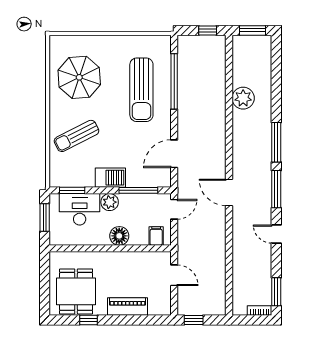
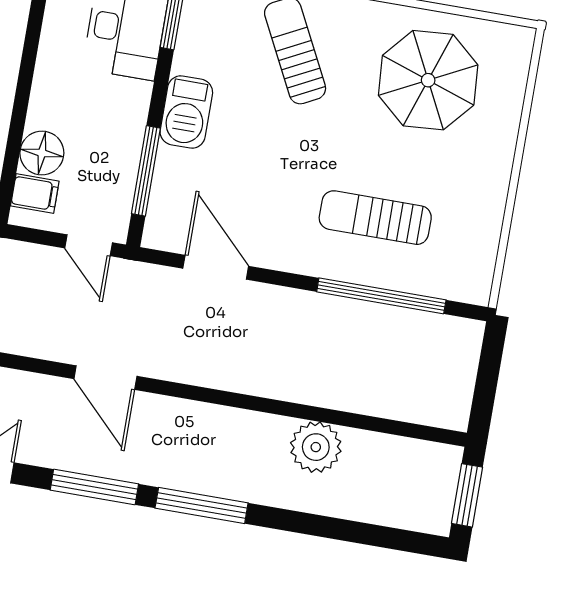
window: (208, 30) -> (485, 393), removed
sun lounger: (141, 90) -> (375, 218), width x0.73, depth x0.75
door: (229, 192) -> (105, 378), swing flipped
plant: (110, 202) -> (131, 100), removed
floor lamp: (119, 236) -> (42, 153), moved

